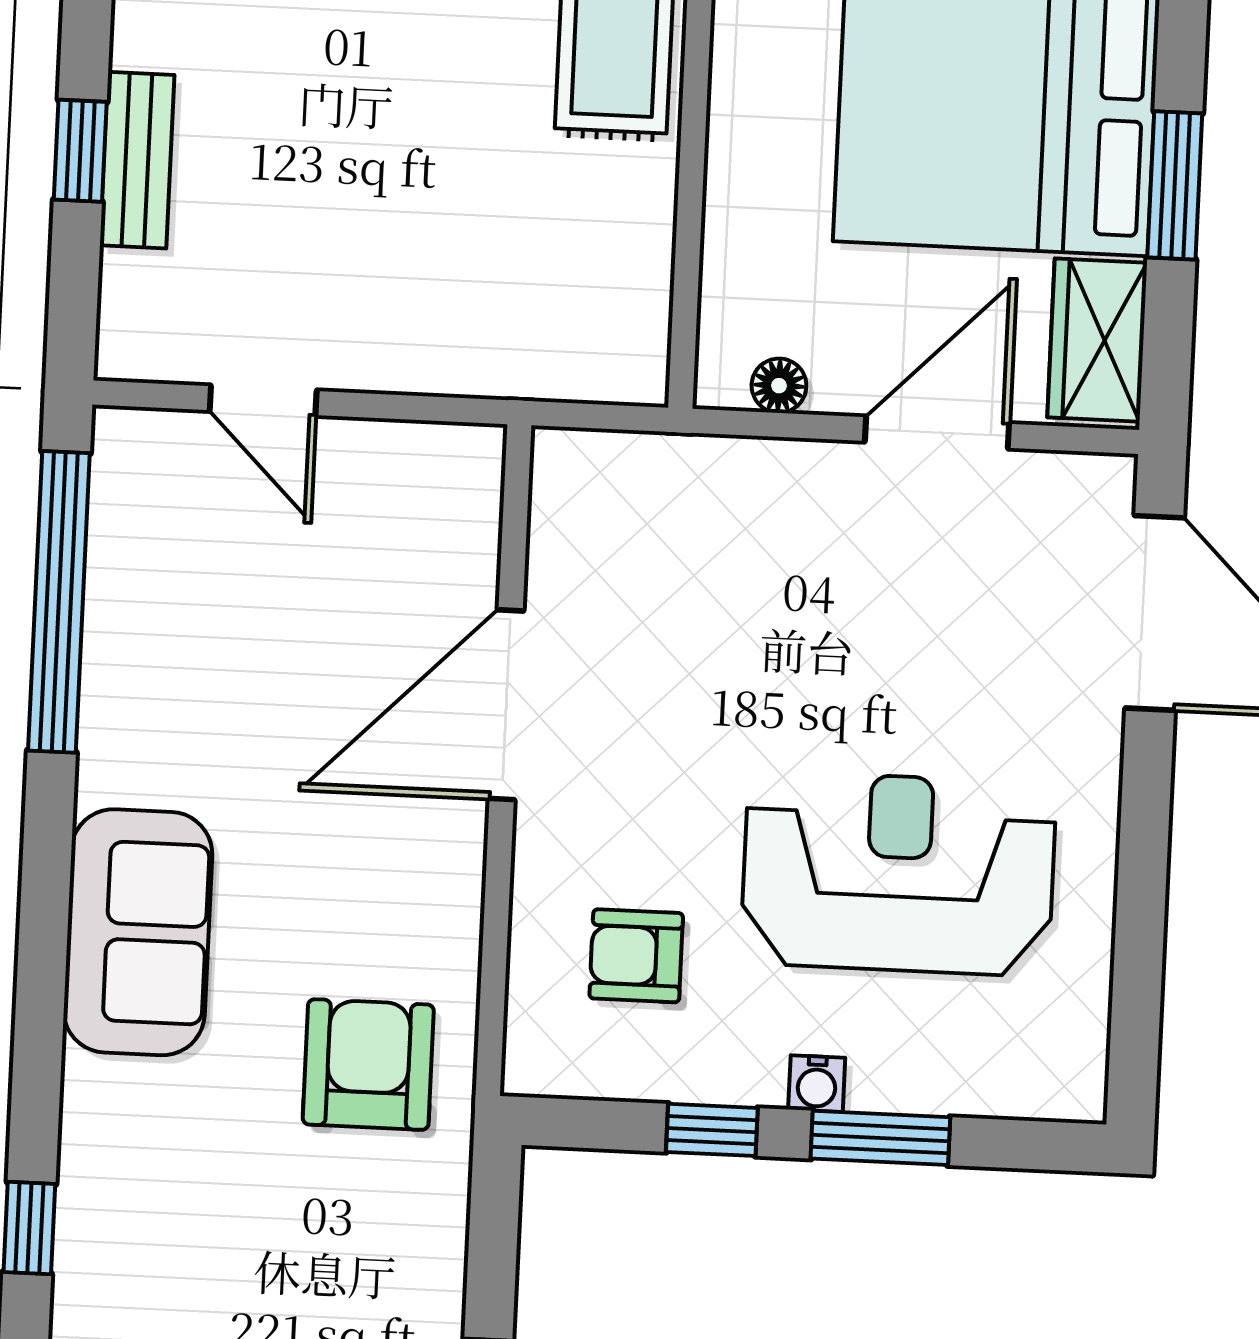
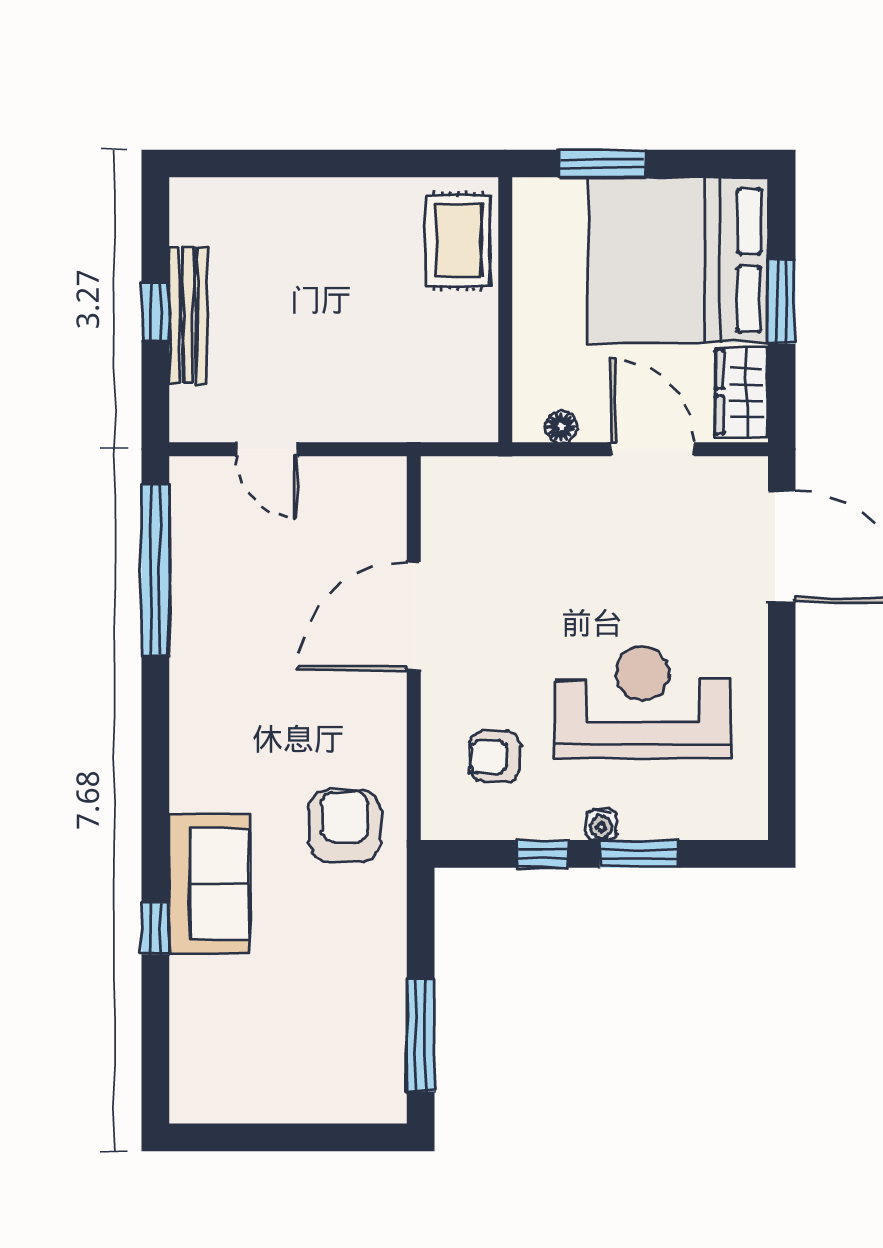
bench: (137, 160) -> (188, 315), width x1.36
door: (937, 432) -> (653, 449), hinge flipped
sofa: (138, 932) -> (209, 884), moved

